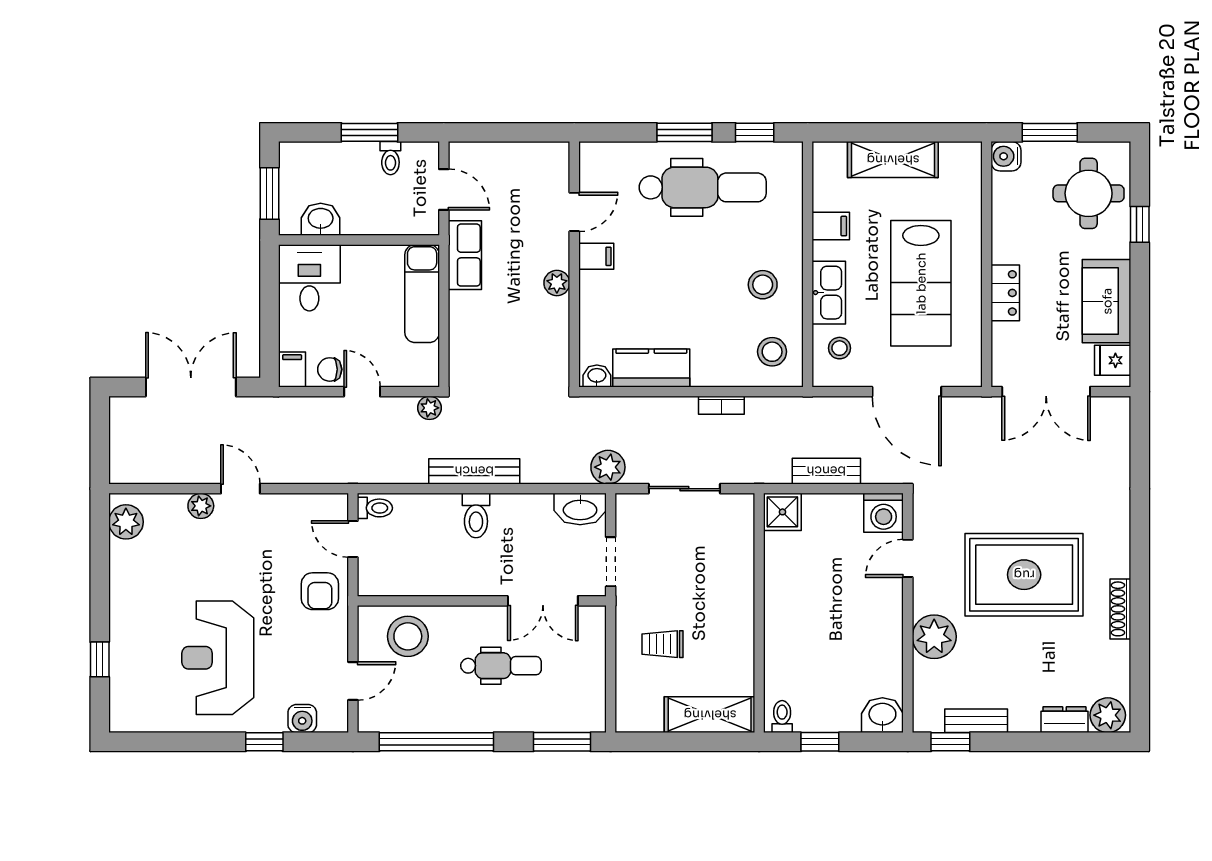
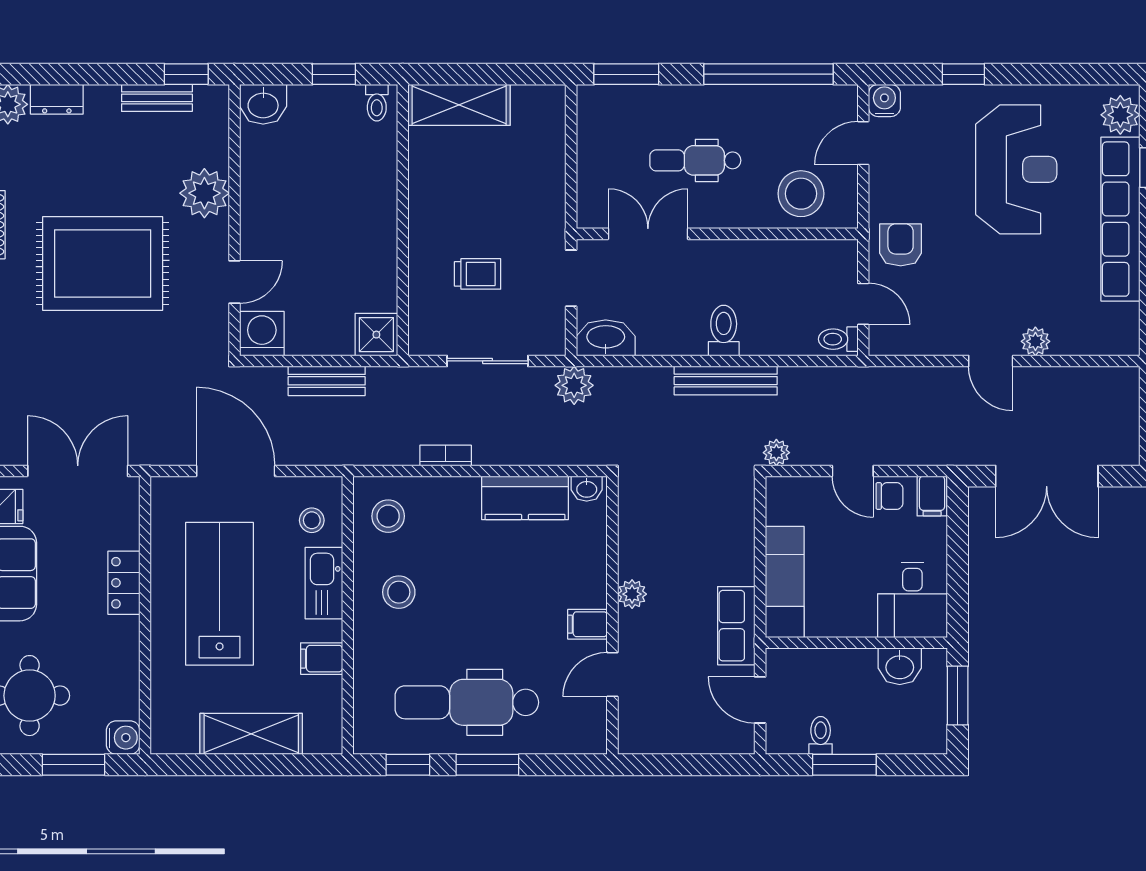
plant: (126, 522) -> (1120, 115), moved
row of seats: (126, 614) -> (1120, 219), added
trolley: (662, 644) -> (478, 274), moved
water cooler: (302, 719) -> (884, 100), moved

